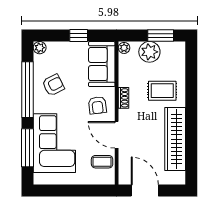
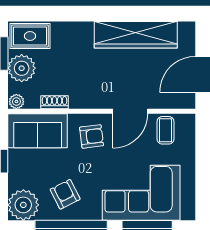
plant: (40, 48) -> (23, 205), width x1.88, depth x1.88
rug: (162, 91) -> (30, 36), moved, turned 90
shoe rack: (123, 98) -> (54, 102), moved

